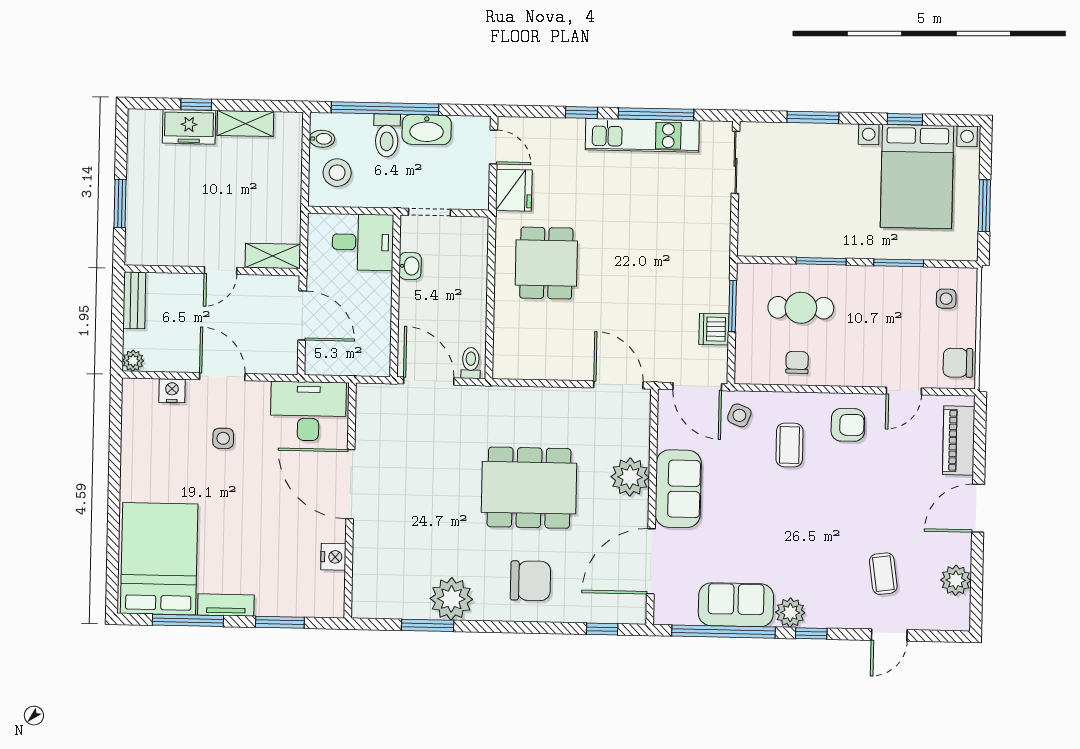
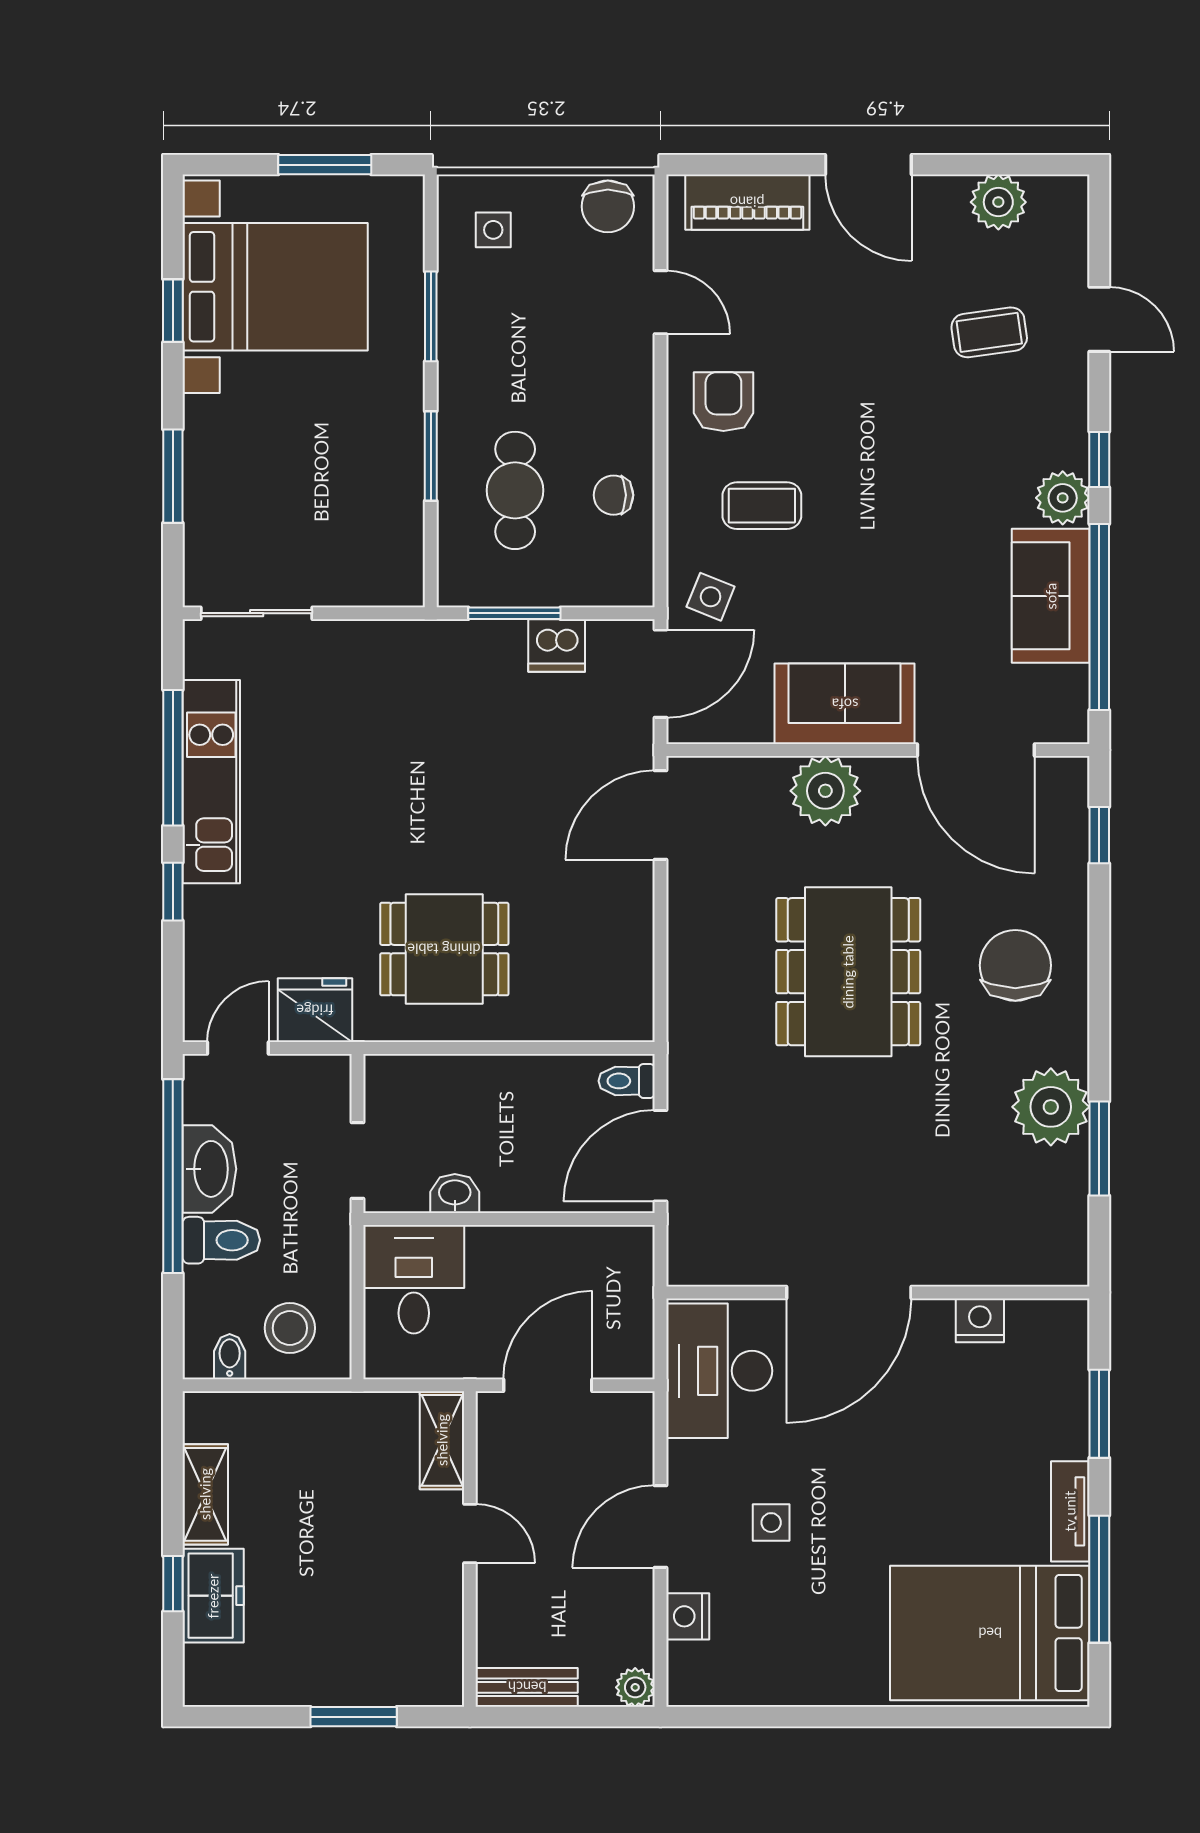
window: (385, 108) -> (173, 1176), moved

